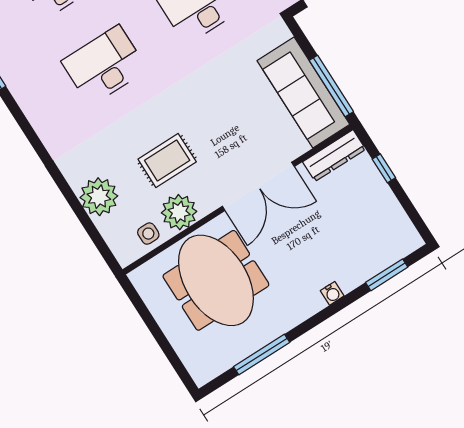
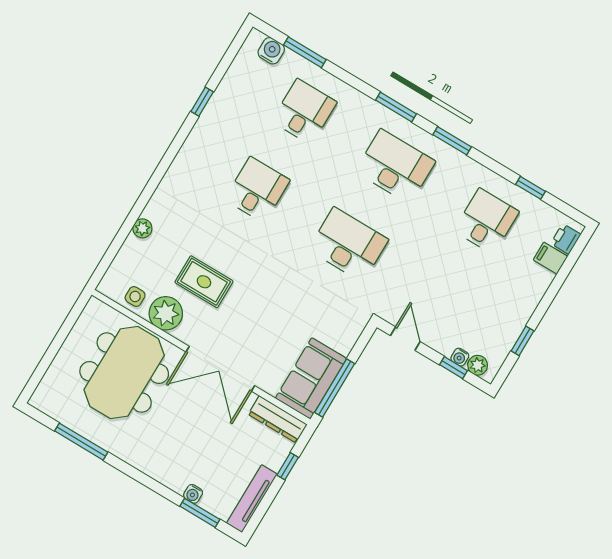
desk: (104, 65) -> (257, 190), width x0.73
sofa: (303, 93) -> (311, 378), width x0.73
plant: (99, 197) -> (142, 228), width x0.53, depth x0.53
tv unit: (398, 218) -> (252, 499), added
water cooler: (332, 293) -> (193, 494), moved

